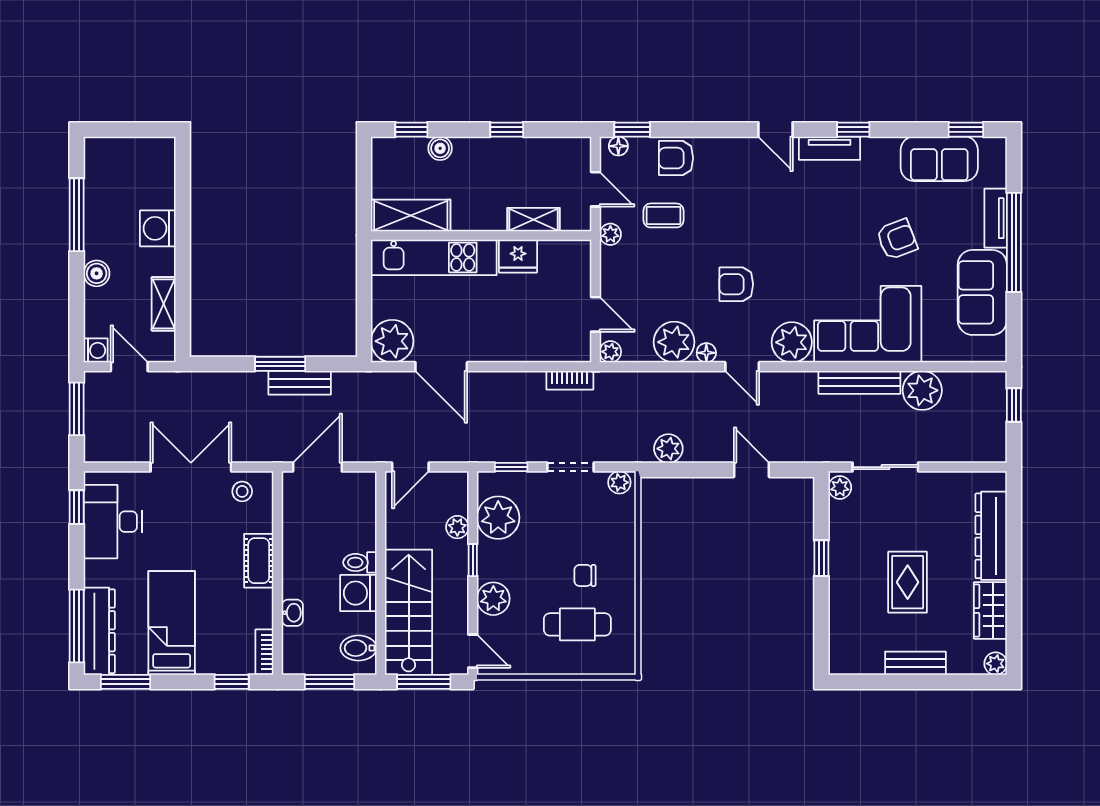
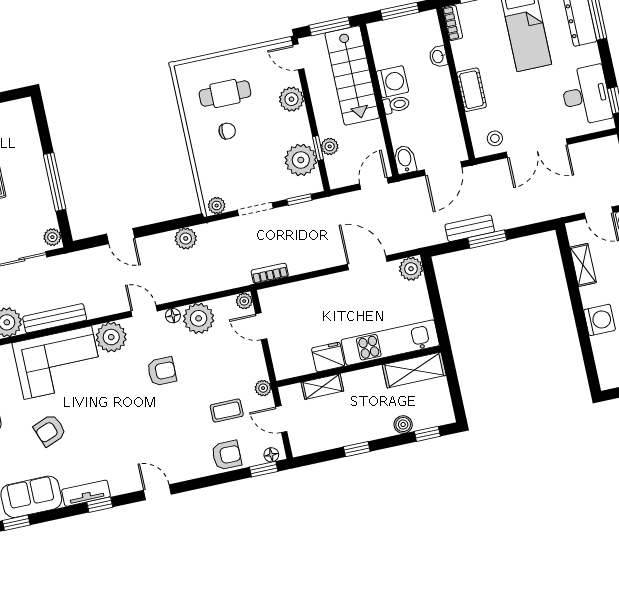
tv unit: (830, 148) -> (86, 493), moved
plant: (392, 341) -> (411, 269), width x0.73, depth x0.73
window: (821, 558) -> (55, 182), width x2.17
window: (473, 560) -> (318, 148), moved
bidet: (358, 648) -> (405, 159), moved, turned -90

